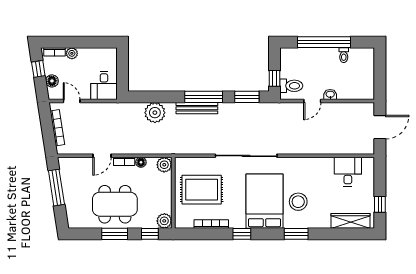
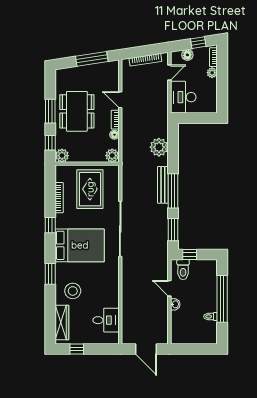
desk: (104, 86) -> (183, 97), width x1.37
stool: (298, 202) -> (73, 291), moved

